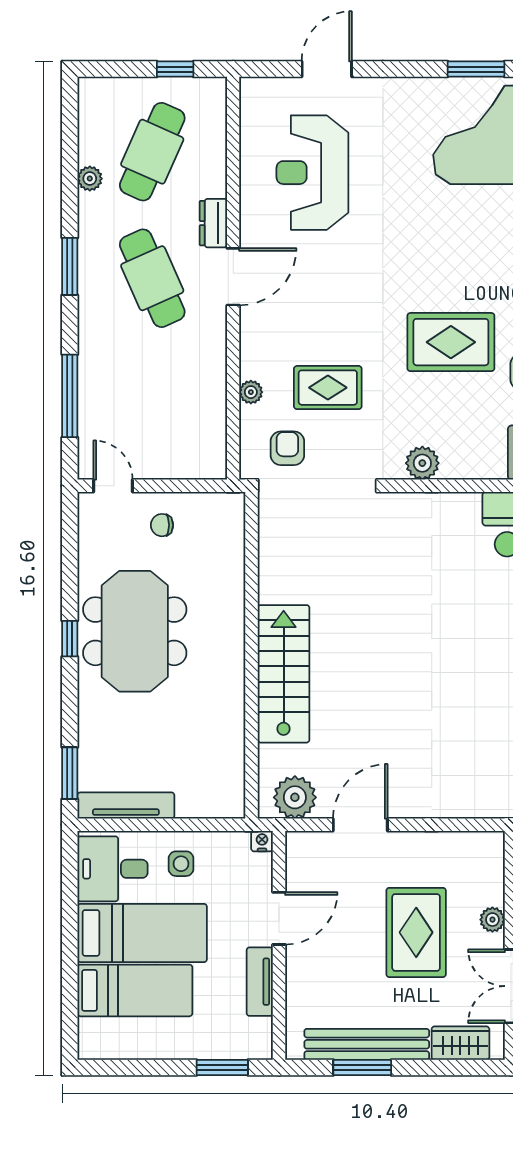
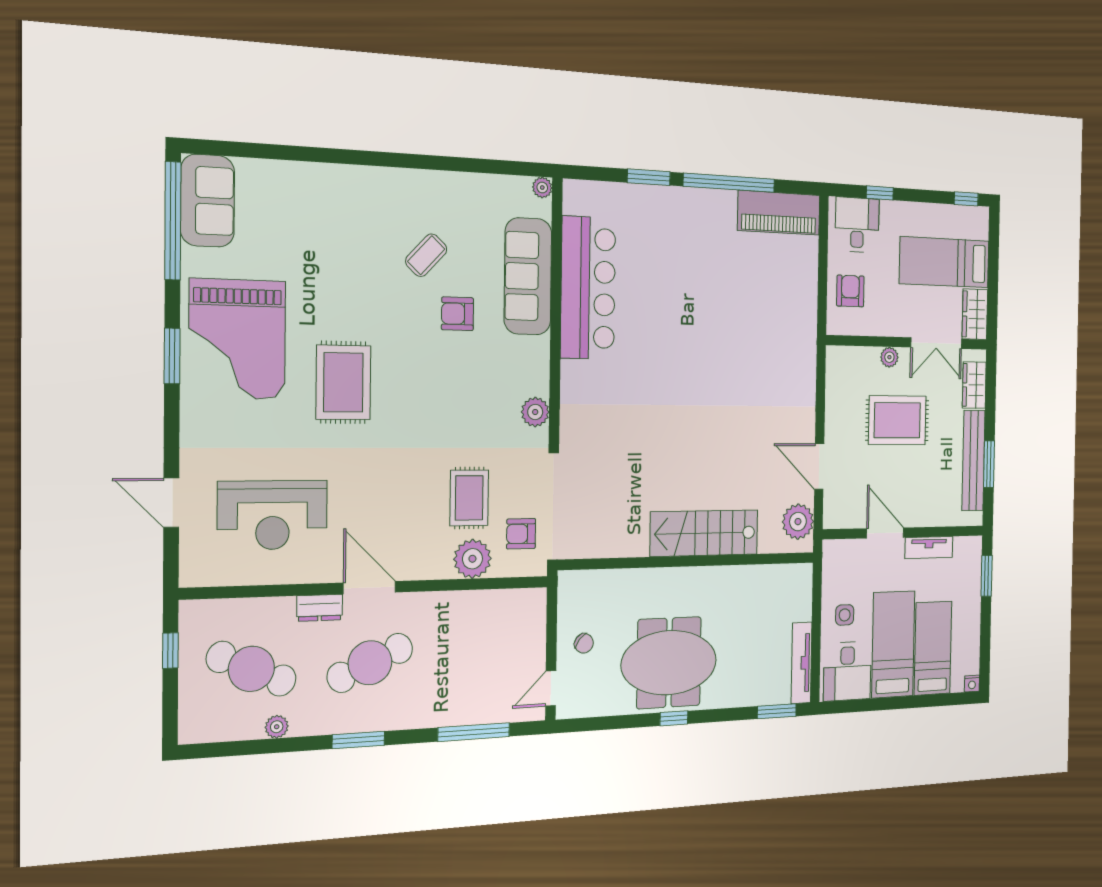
rug: (451, 342) -> (343, 382), moved
plant: (251, 392) -> (472, 559), width x1.88, depth x1.88
chair: (162, 525) -> (584, 643), turned -50
nightstand: (262, 841) -> (972, 684), moved, turned -90

